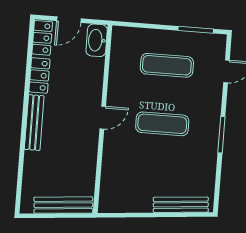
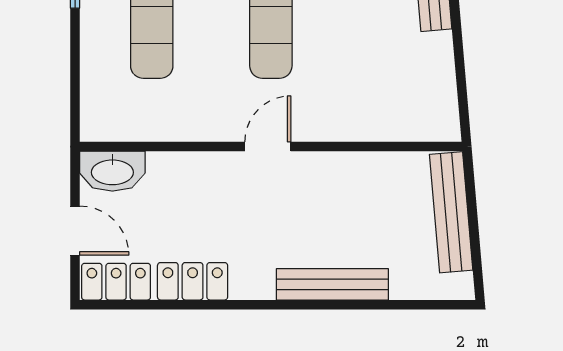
door: (103, 118) -> (268, 147), hinge flipped
bench: (34, 123) -> (332, 284), moved

